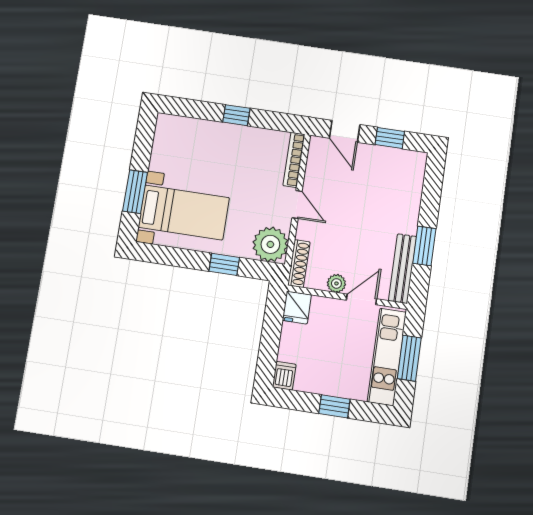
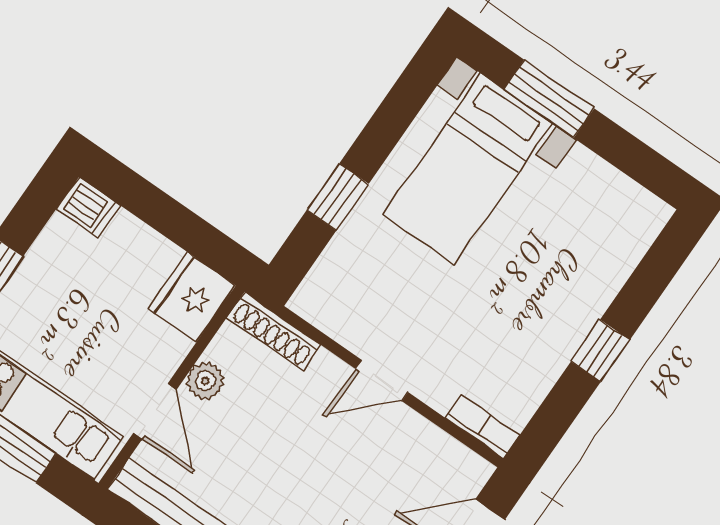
bookcase: (294, 160) -> (482, 427), width x0.64
plant: (270, 244) -> (333, 297), removed
fridge: (297, 307) -> (192, 297), width x1.38

